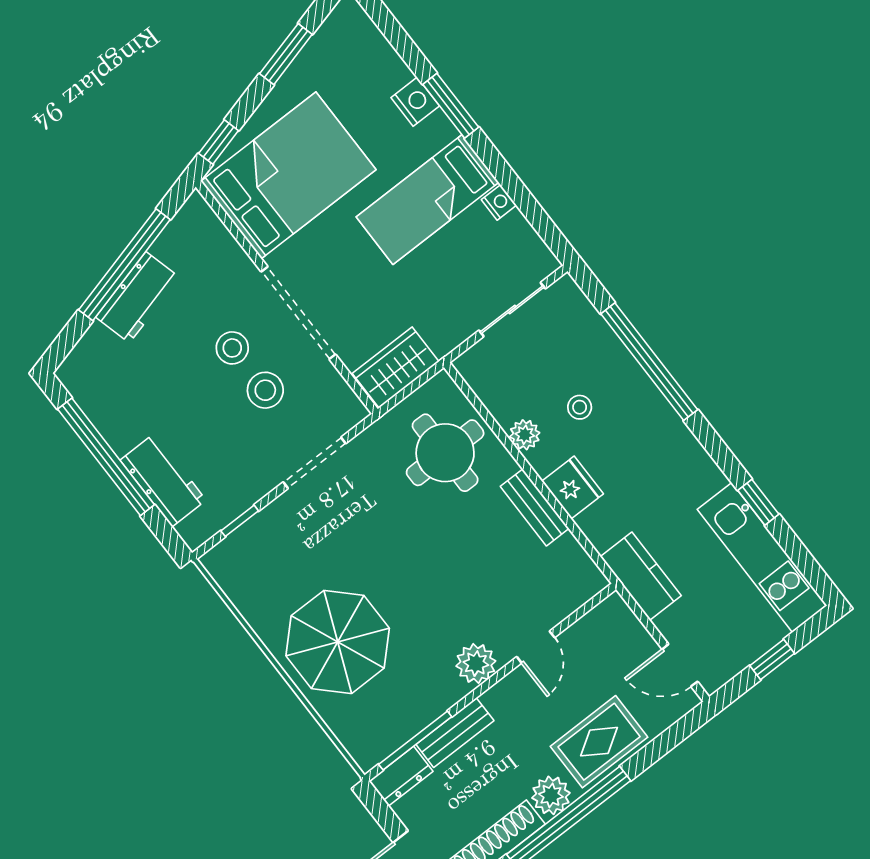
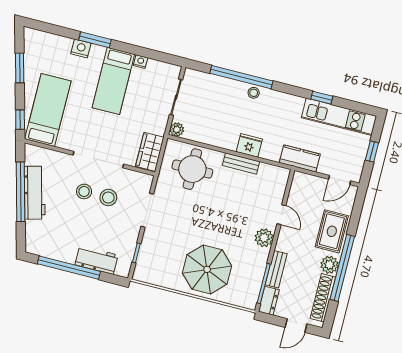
bed: (288, 175) -> (48, 110), width x0.67
workbench: (138, 297) -> (35, 193), width x1.38
stool: (580, 407) -> (254, 93), moved
plant: (525, 435) -> (177, 130), moved

